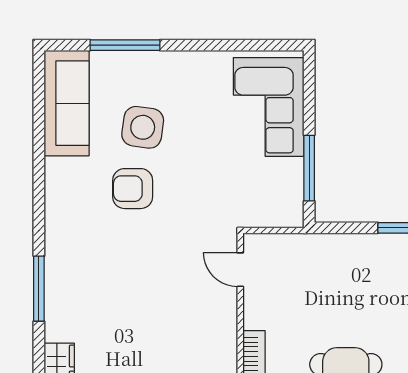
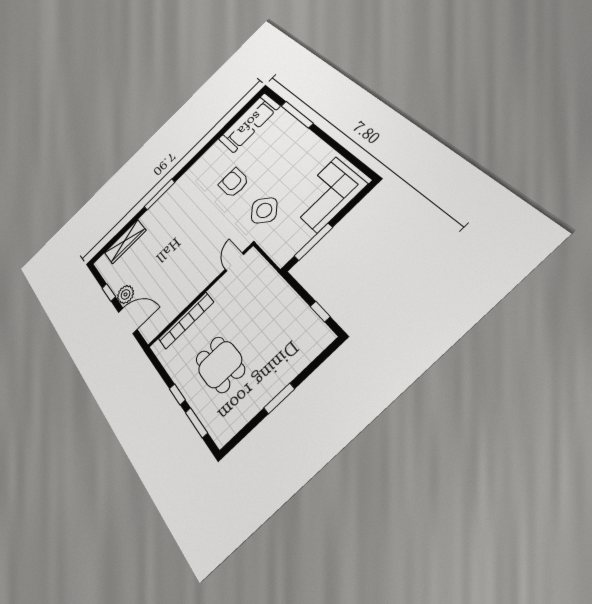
side table: (143, 127) -> (264, 210), moved, turned 35

